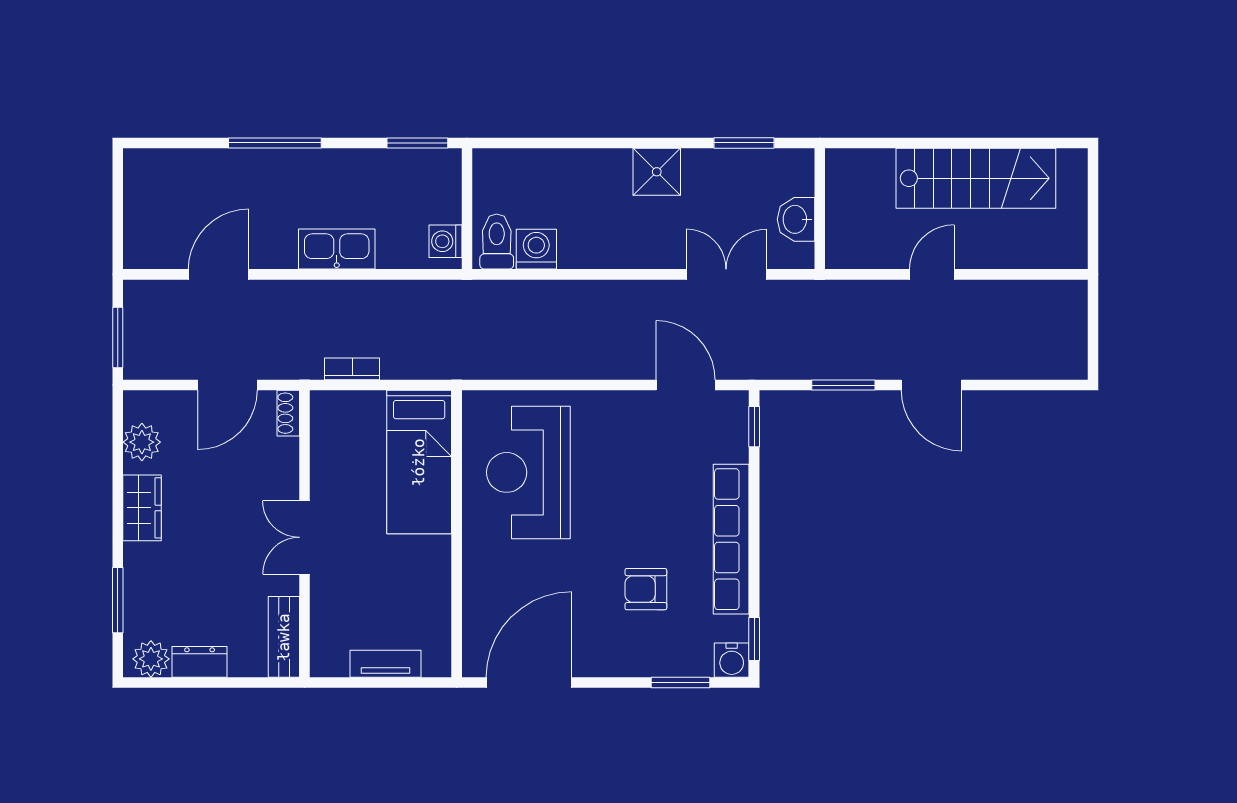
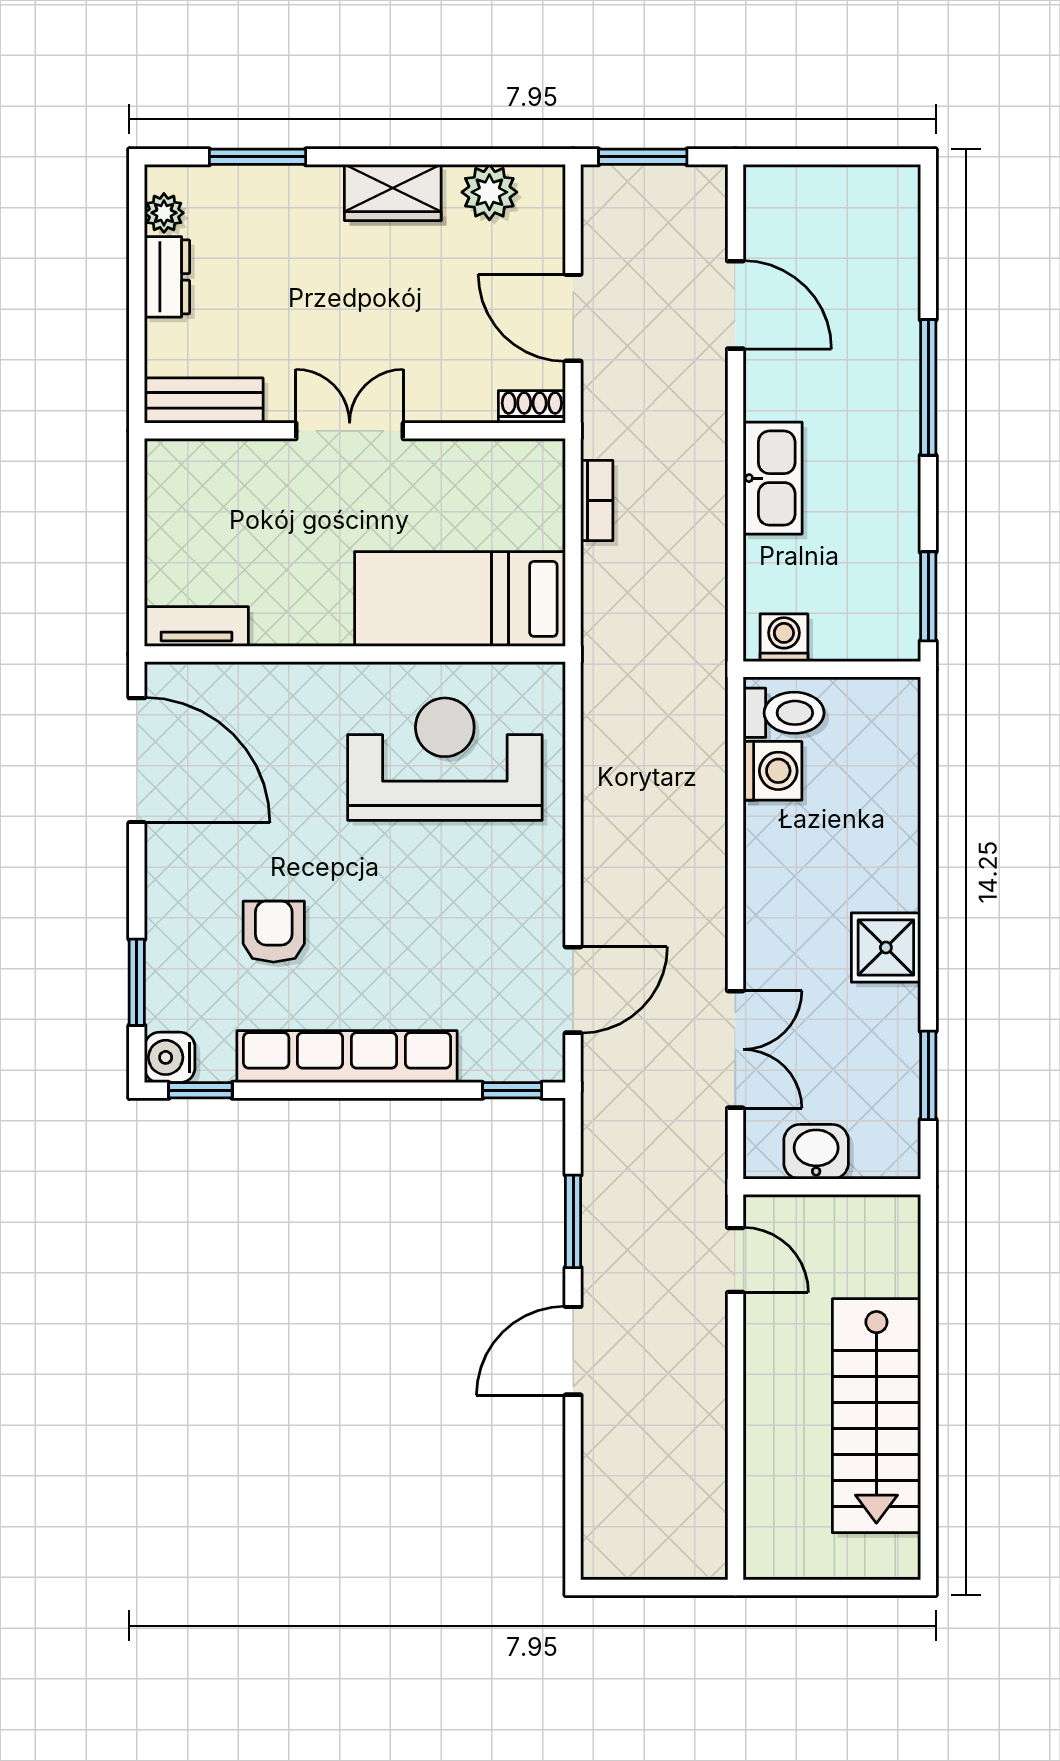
door: (932, 274) -> (735, 1260), moved
plant: (151, 659) -> (164, 213), width x0.73, depth x0.73
tv unit: (385, 664) -> (196, 627), moved, turned -90

